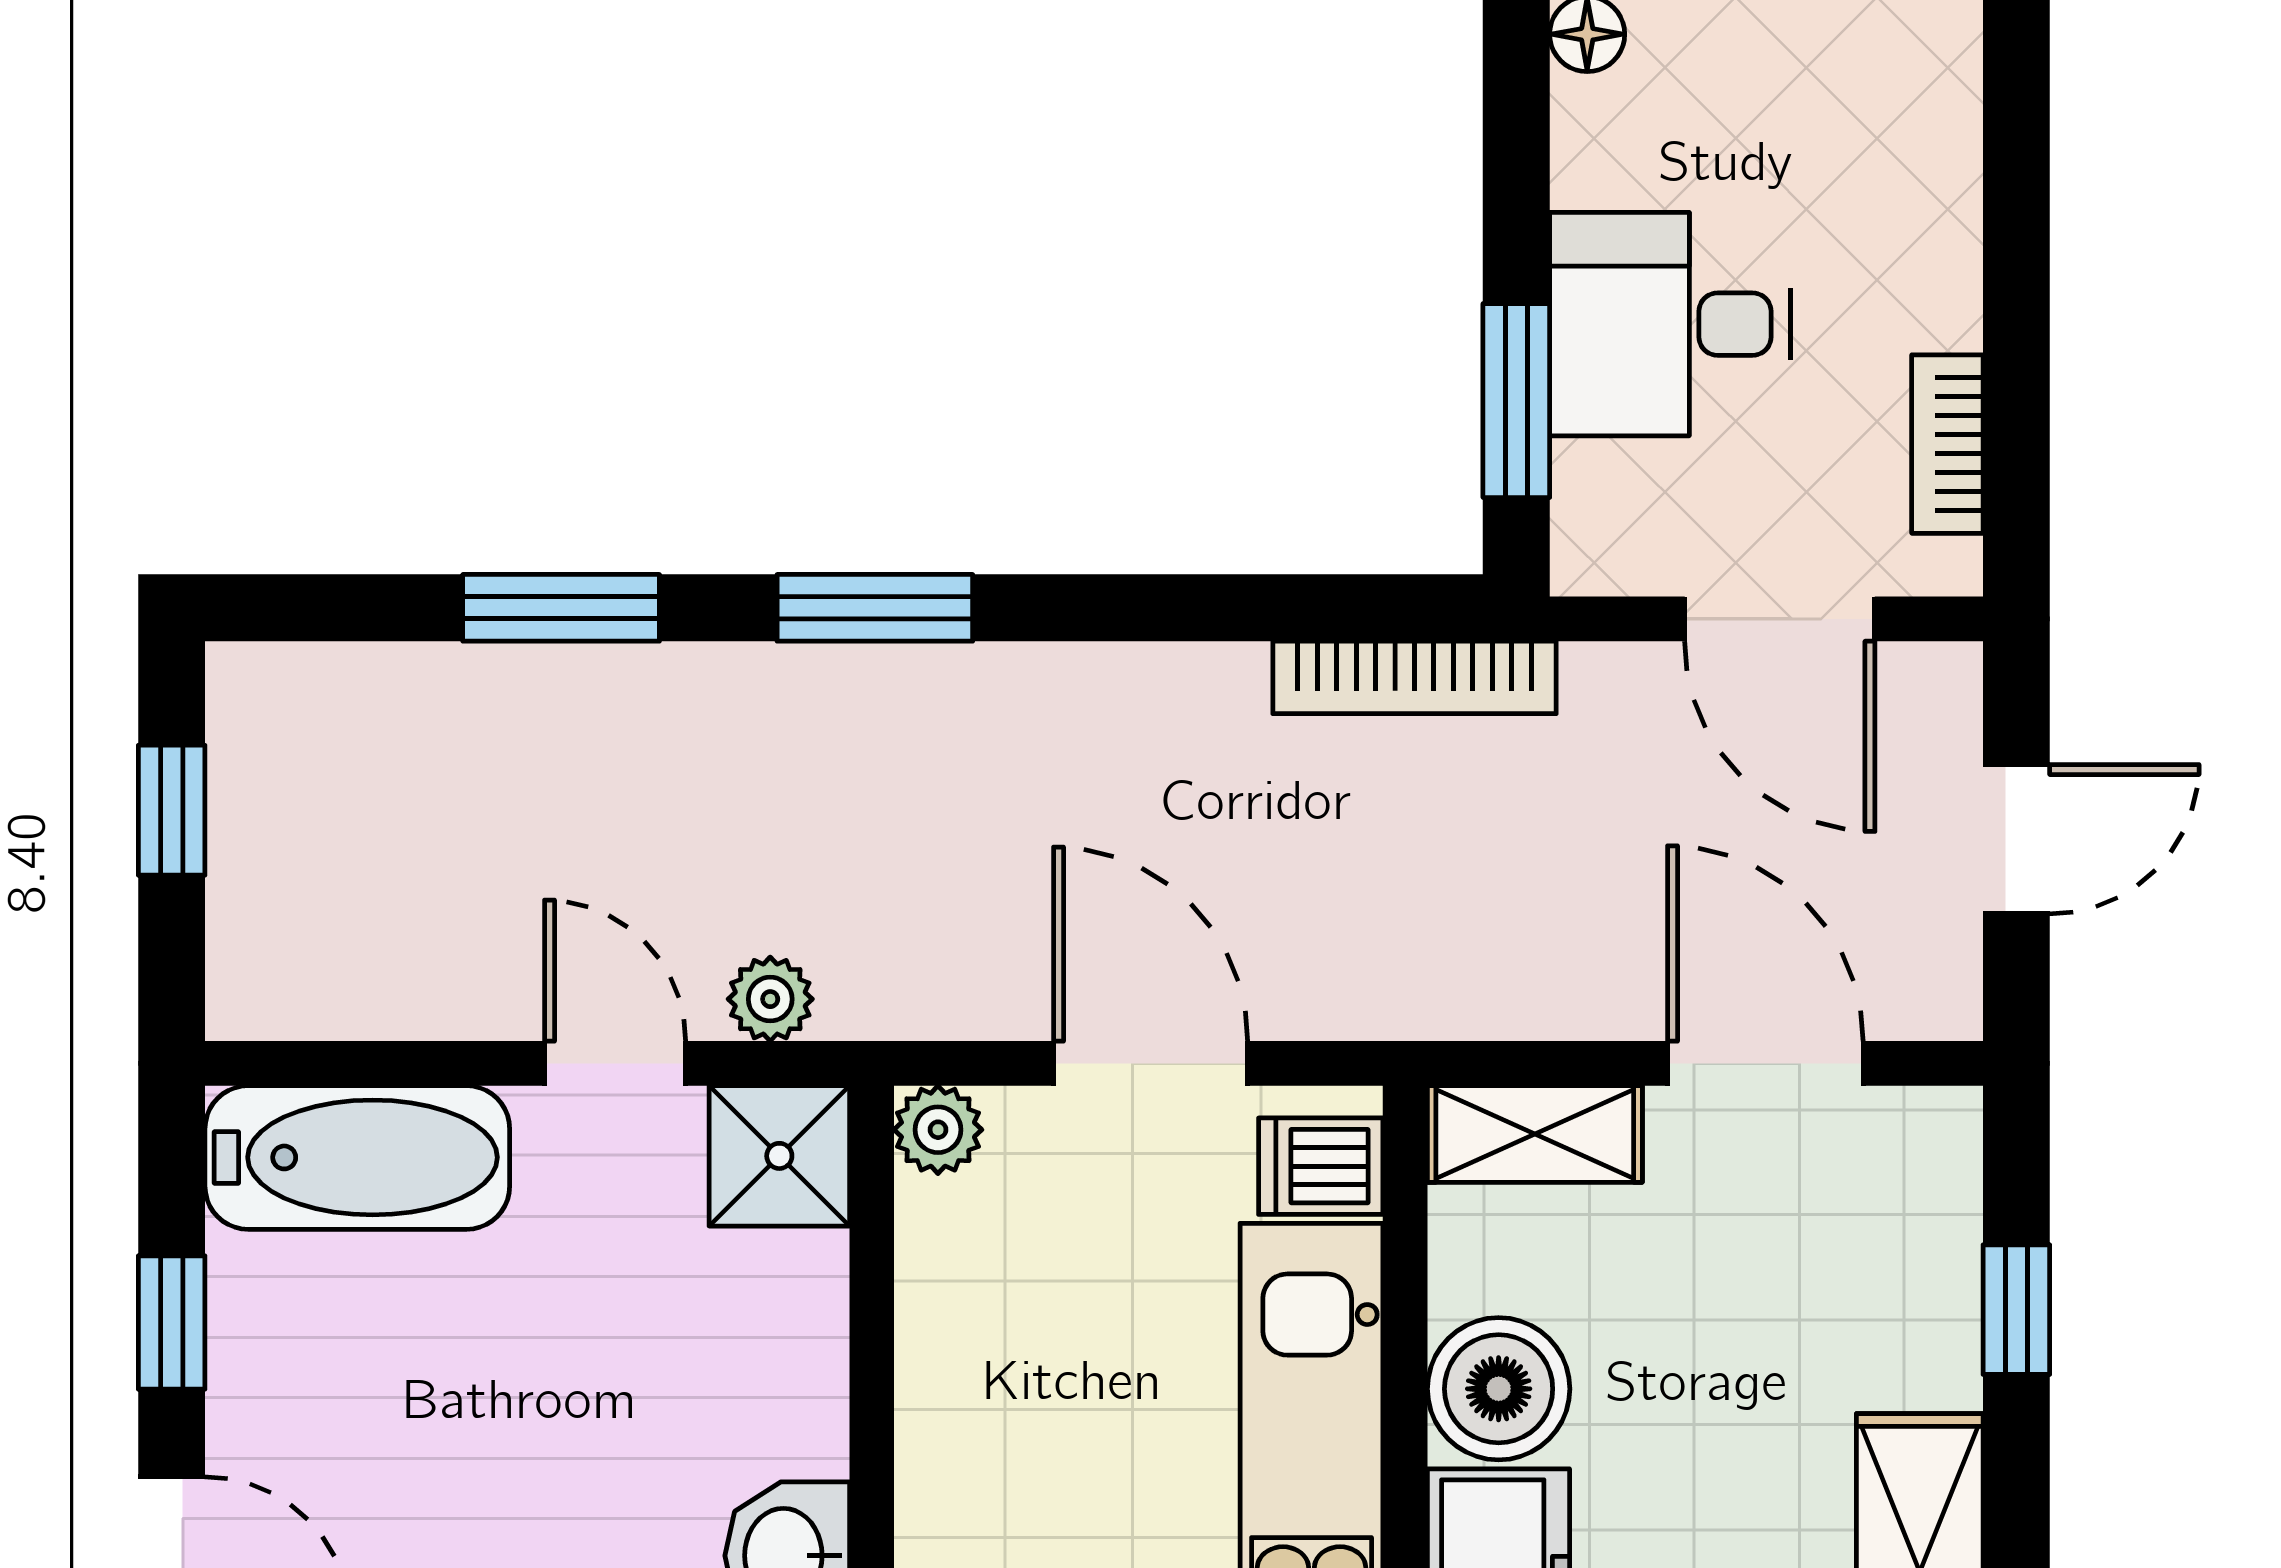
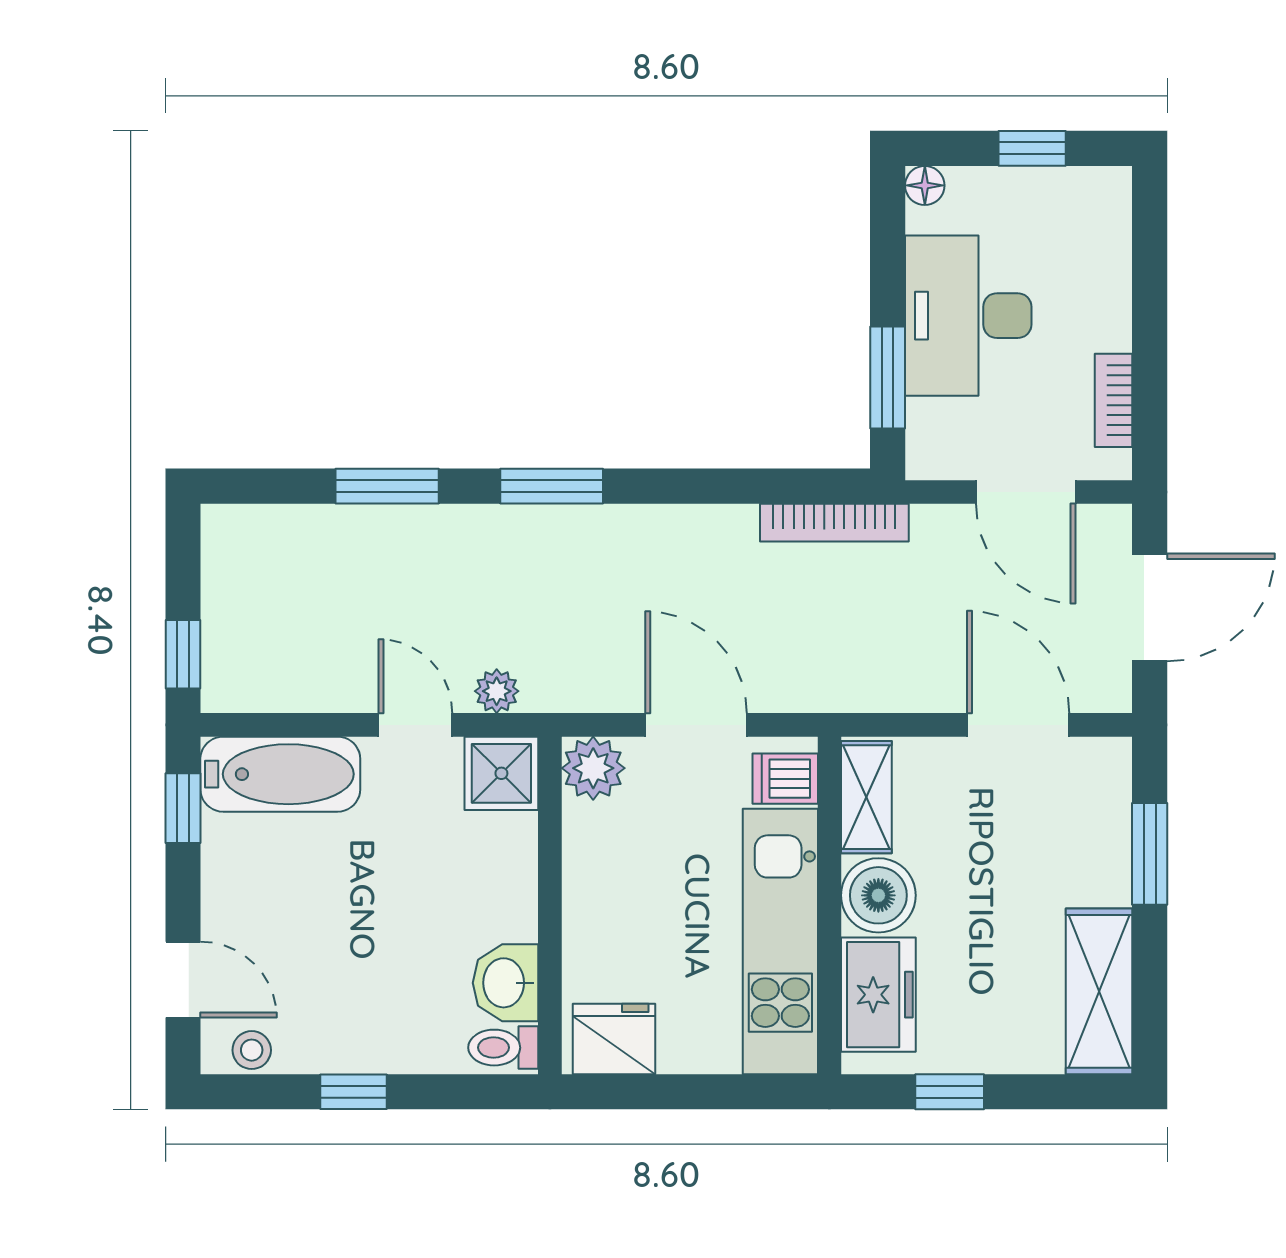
desk: (1670, 324) -> (968, 316), width x1.37
window: (172, 810) -> (183, 654), moved
door: (2016, 839) -> (1150, 607), width x1.38
plant: (938, 1130) -> (593, 768), width x1.38, depth x1.38
shelving: (1535, 1134) -> (866, 797), moved, turned 90
window: (2016, 1310) -> (1150, 854), width x1.50
window: (172, 1322) -> (183, 808), moved

